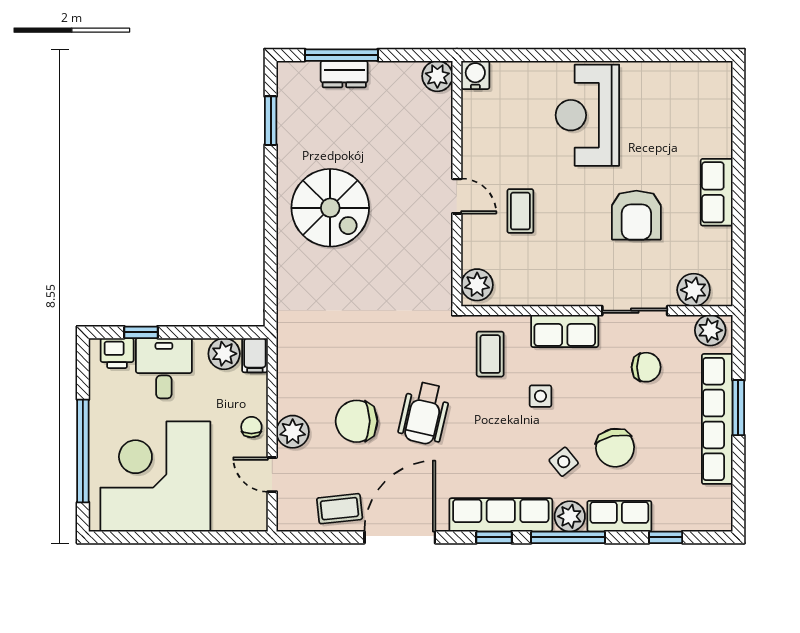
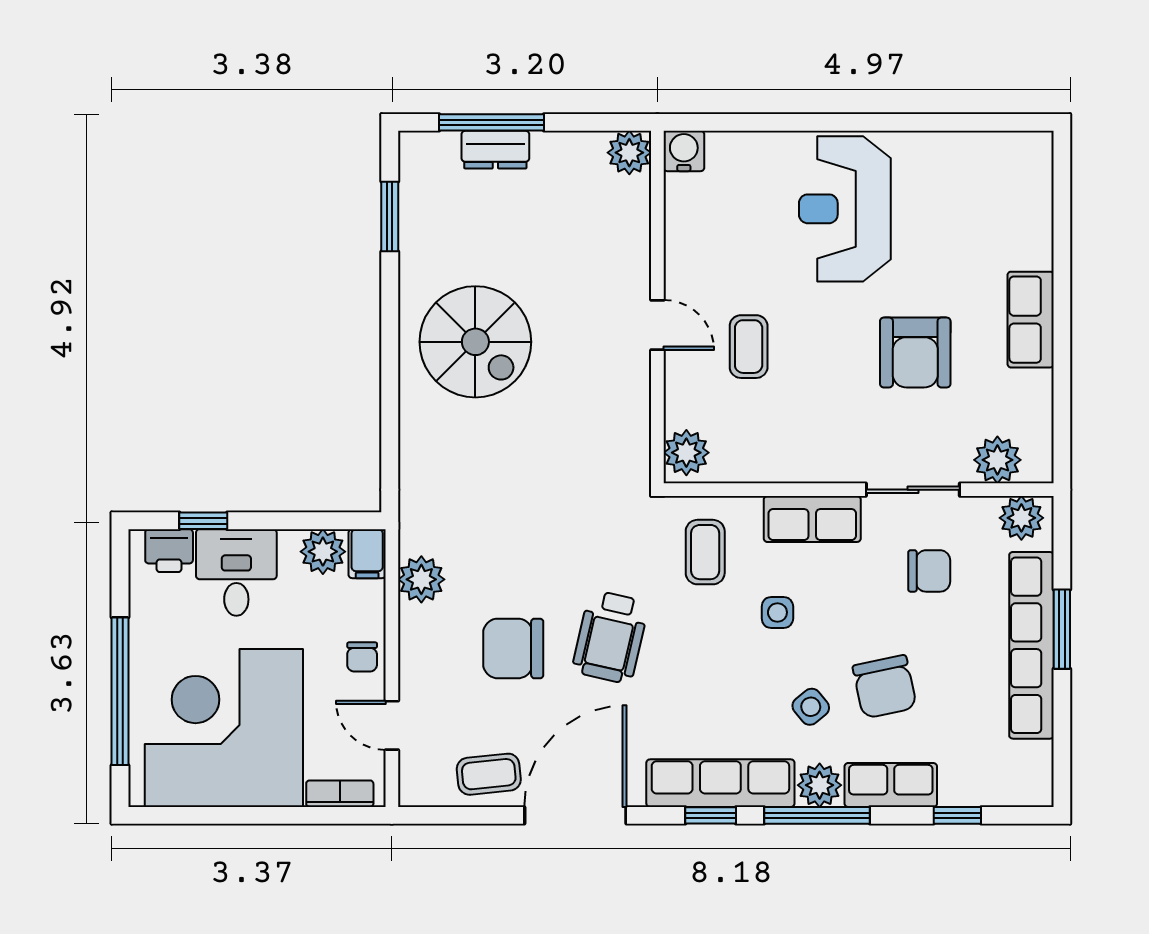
chair: (251, 427) -> (362, 657), turned 180
plant: (293, 432) -> (421, 579), moved
bookcase: (236, 522) -> (340, 794), added

